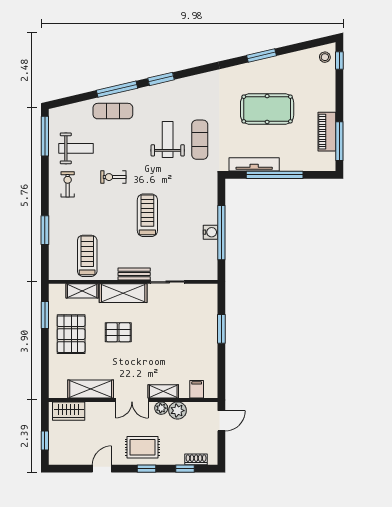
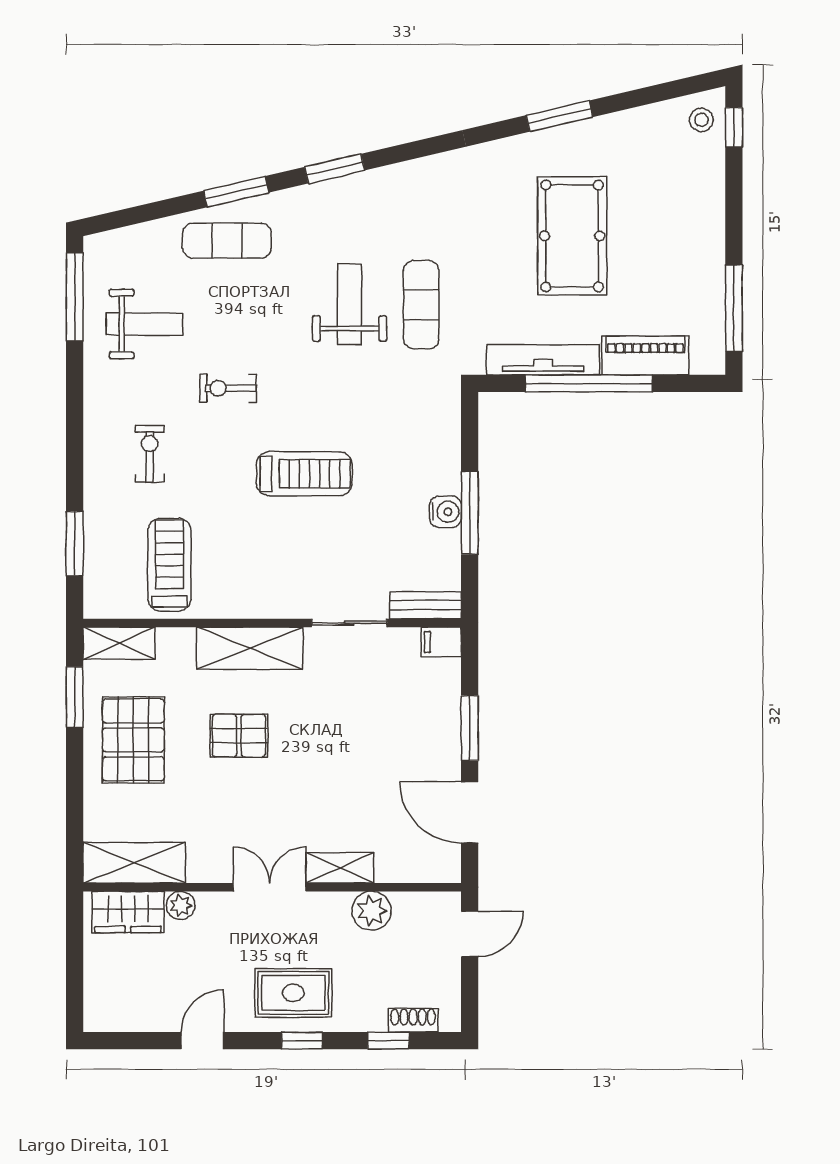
window: (117, 89) -> (236, 192), width x0.69
pool table: (267, 109) -> (572, 236), turned 90
piano: (327, 132) -> (645, 356), moved, turned 90
exercise bike: (68, 184) -> (150, 454), moved
treadmill: (147, 215) -> (304, 474), turned 90
window: (45, 230) -> (75, 543), moved
window: (221, 233) -> (470, 513), width x0.68
bench: (134, 274) -> (425, 605), moved
shelving: (82, 291) -> (119, 643), moved
door: (221, 367) -> (470, 812), added
shelving: (91, 389) -> (134, 863), moved
filing cabinet: (197, 389) -> (441, 642), moved, turned -90
double door: (132, 400) -> (270, 887), swing flipped
plant: (161, 408) -> (181, 905), moved
window: (45, 440) -> (75, 978), removed

